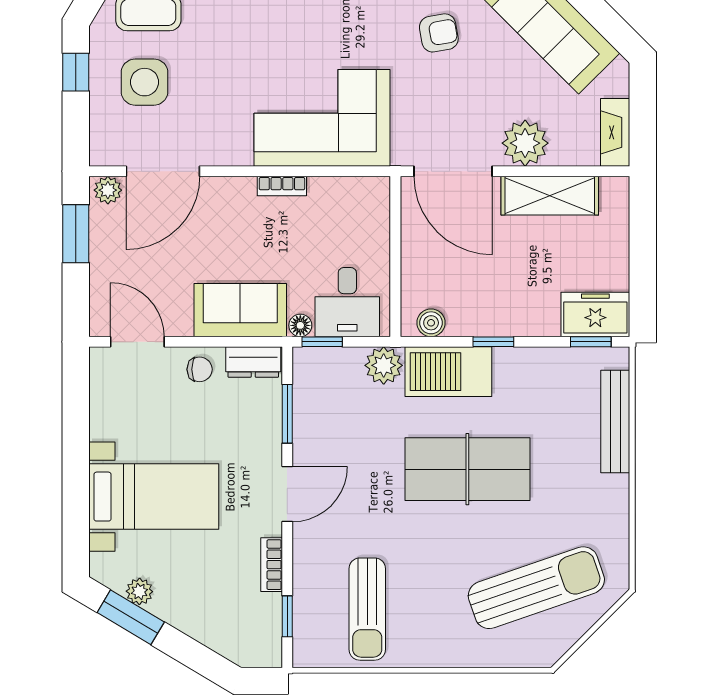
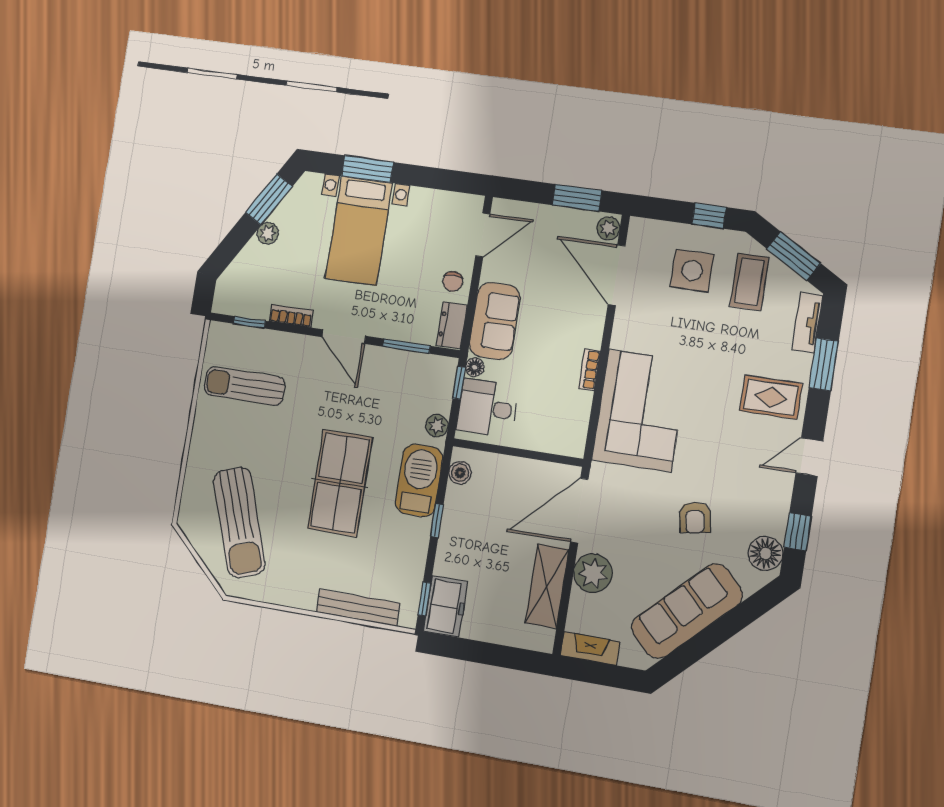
plant: (384, 365) -> (437, 426), width x0.73, depth x0.73
window: (76, 498) -> (367, 169), added
plant: (139, 591) -> (268, 233), moved

